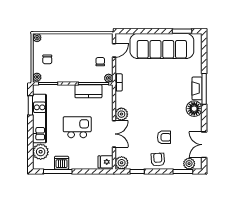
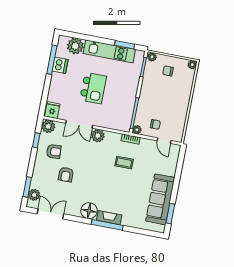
sofa: (162, 46) -> (160, 199), width x0.74, depth x0.79
coffee table: (142, 84) -> (124, 163), added
kitchen counter: (88, 91) -> (127, 107), removed
armchair: (158, 160) -> (54, 151), moved

